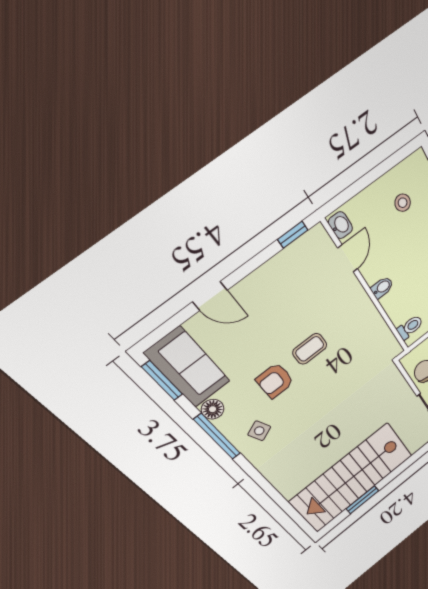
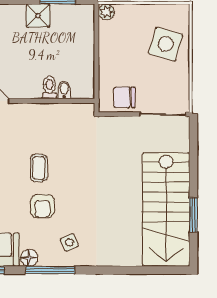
bidet: (382, 287) -> (64, 90), moved
toilet: (410, 327) -> (49, 88), moved

